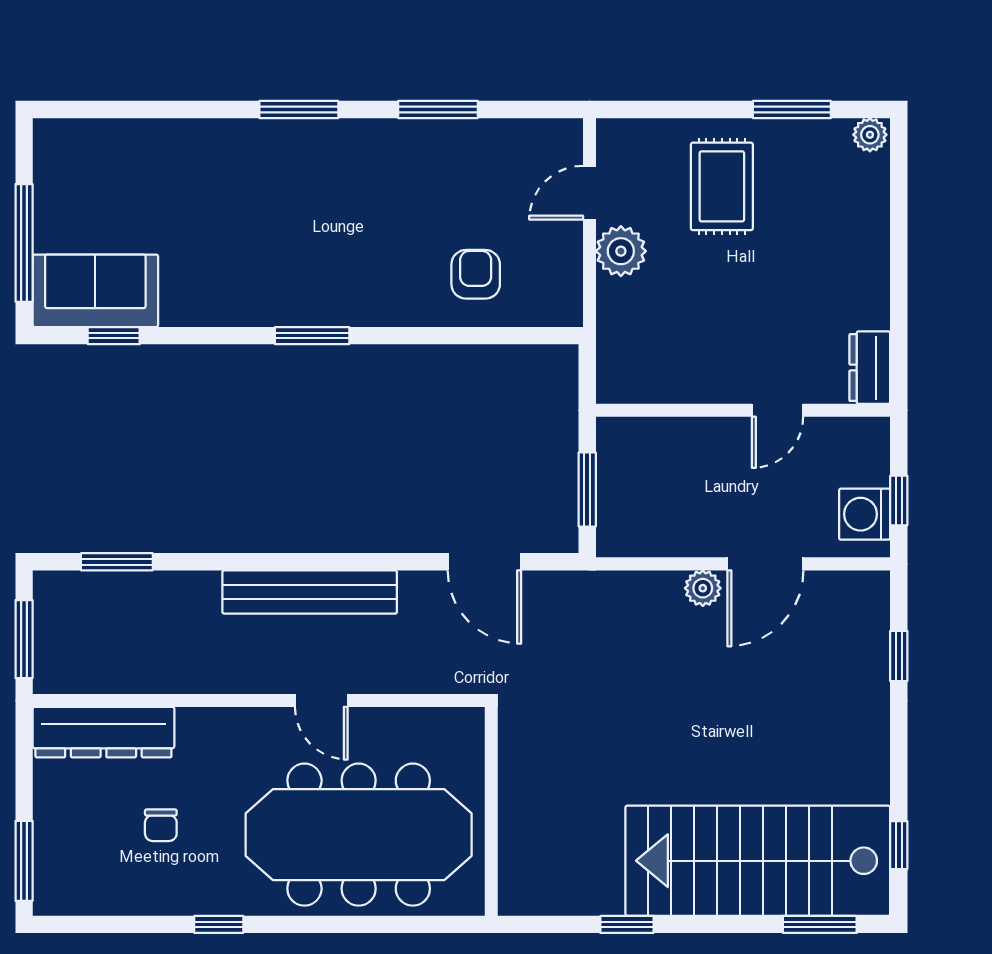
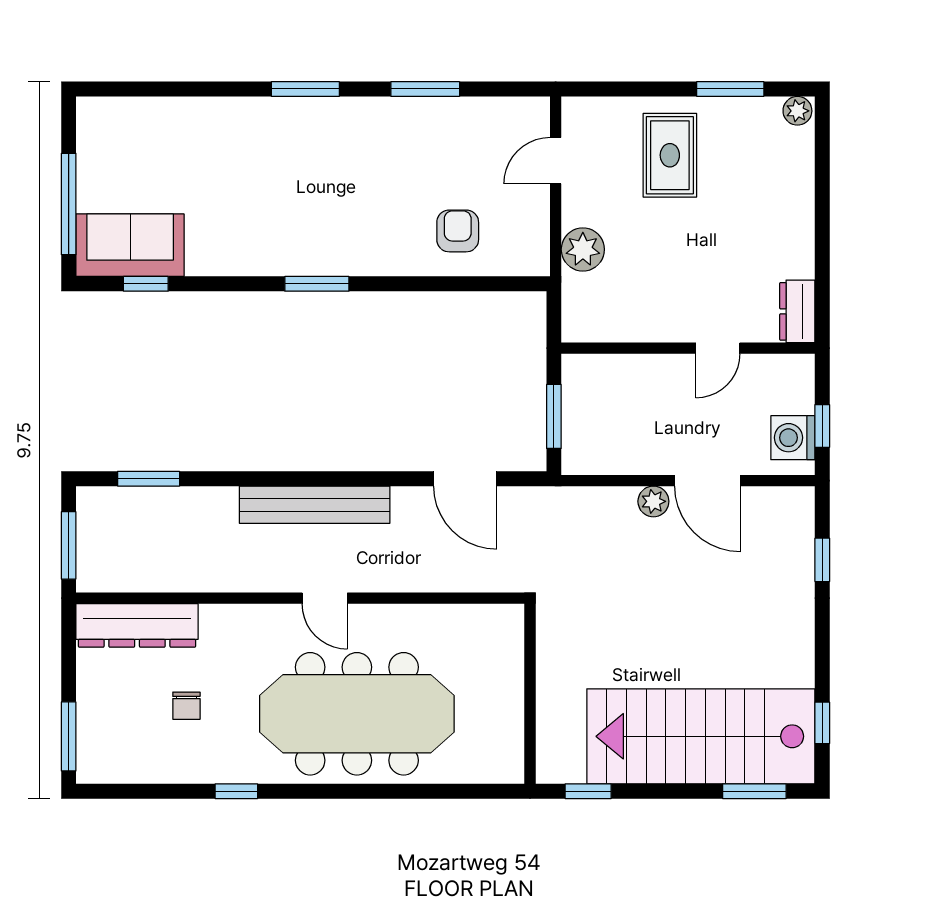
plant: (621, 251) -> (583, 249), moved
door: (765, 564) -> (707, 481), hinge flipped
wall: (491, 811) -> (530, 694), moved

